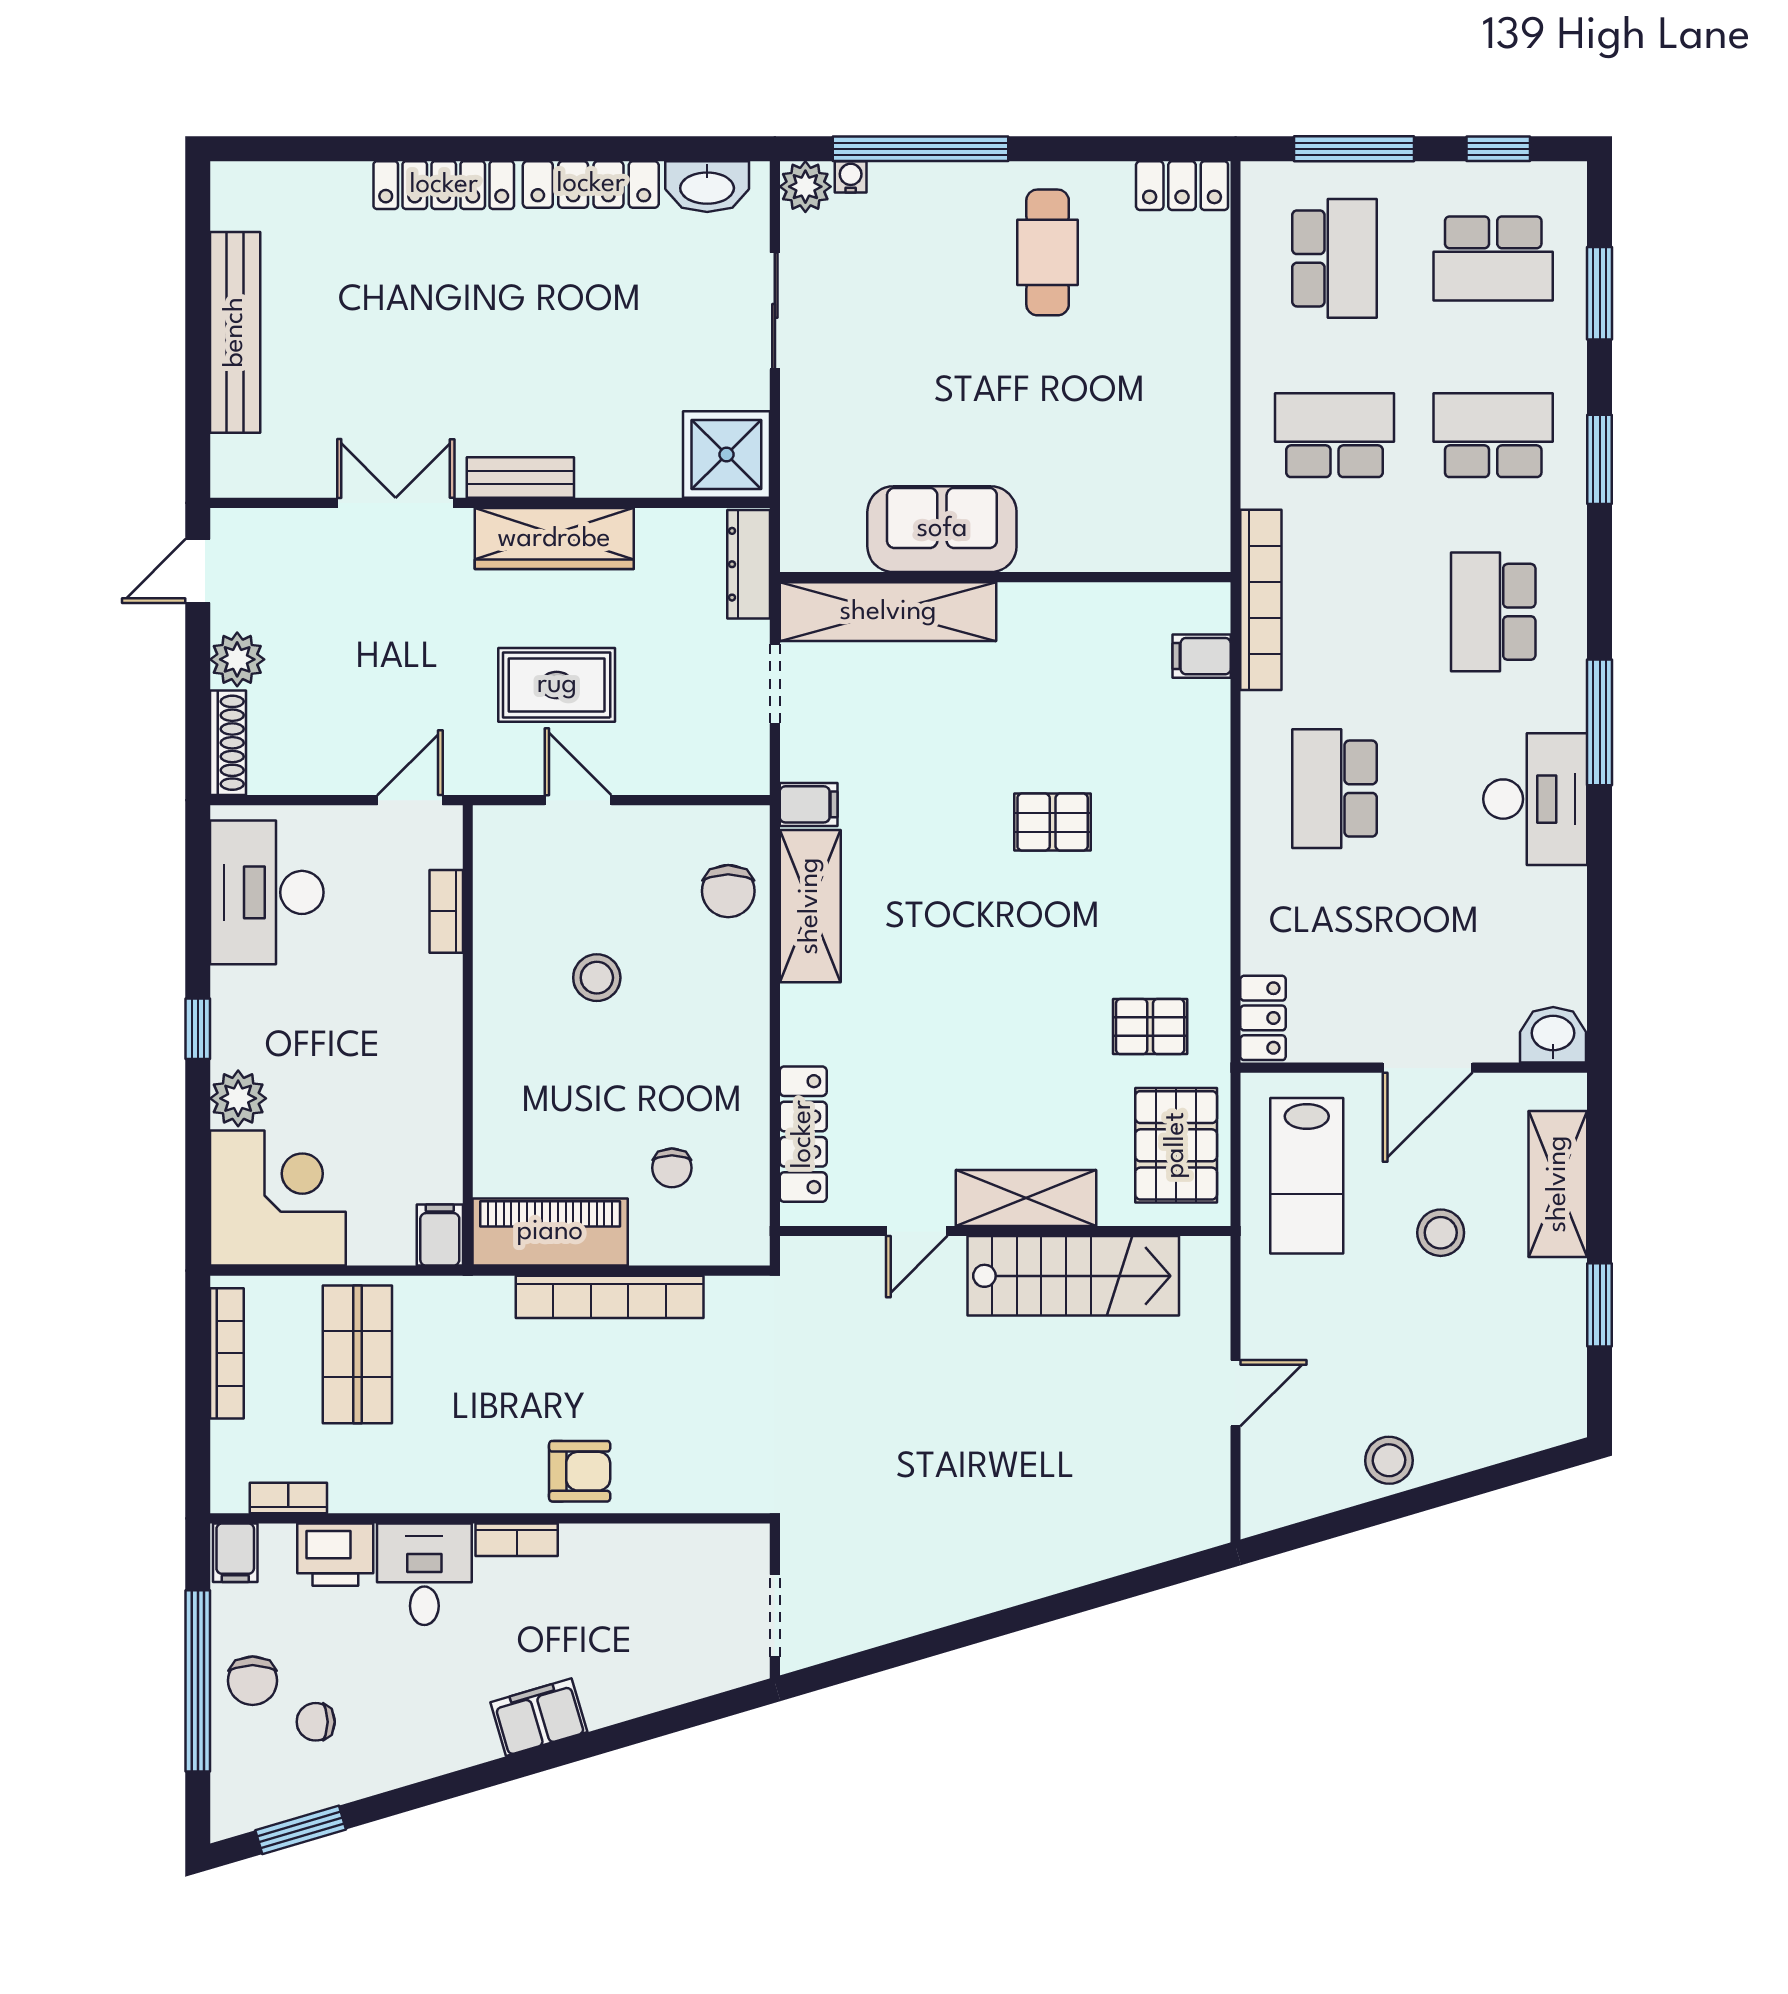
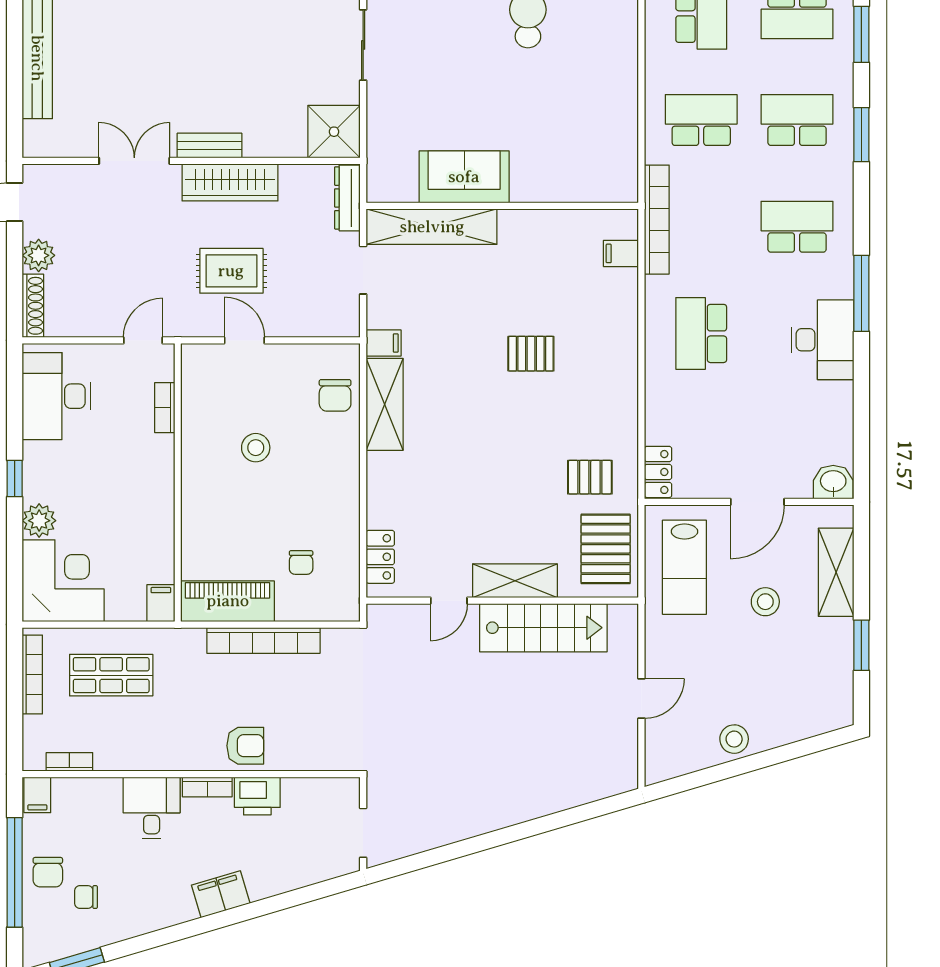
school desk: (1493, 612) -> (797, 227), turned 90
locker: (803, 1134) -> (380, 557), width x0.66
shop shelf: (357, 1354) -> (111, 675), turned 90
printer: (335, 1555) -> (257, 796), moved

